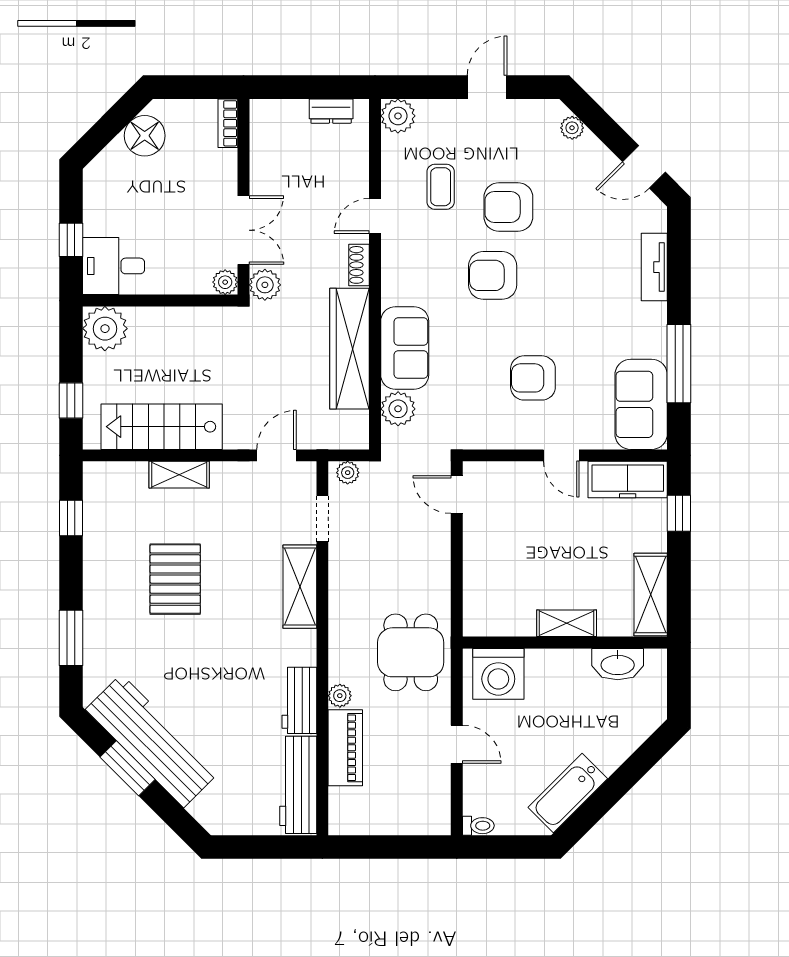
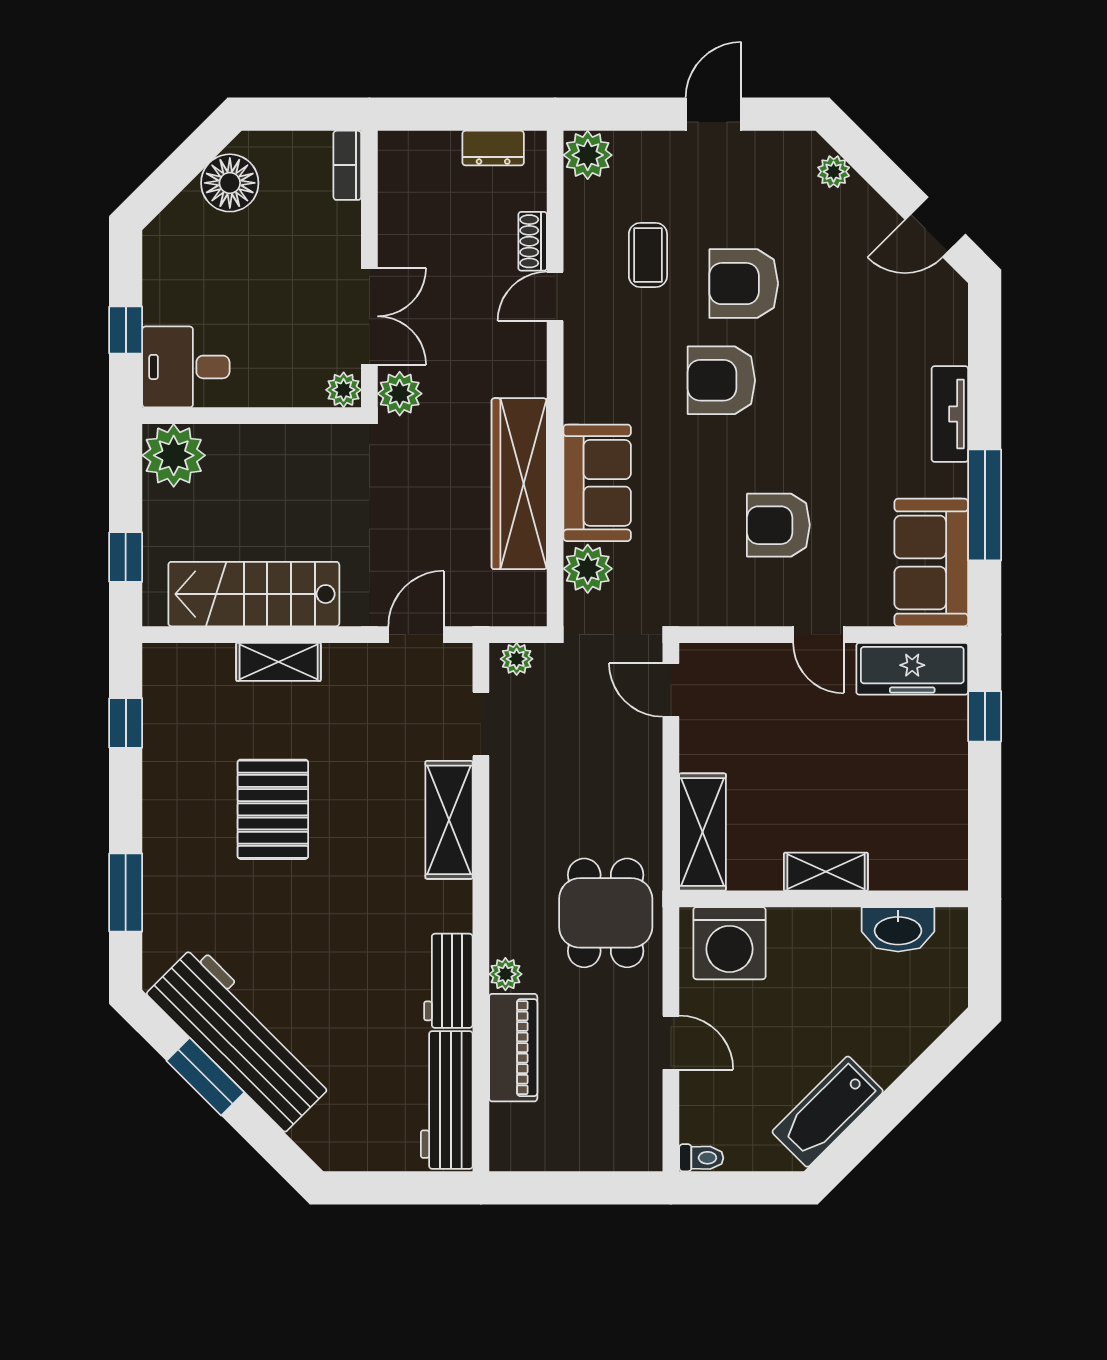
shoe rack: (359, 265) -> (533, 241), moved
tv unit: (654, 267) -> (950, 414), moved
shelving: (651, 595) -> (703, 832), moved

